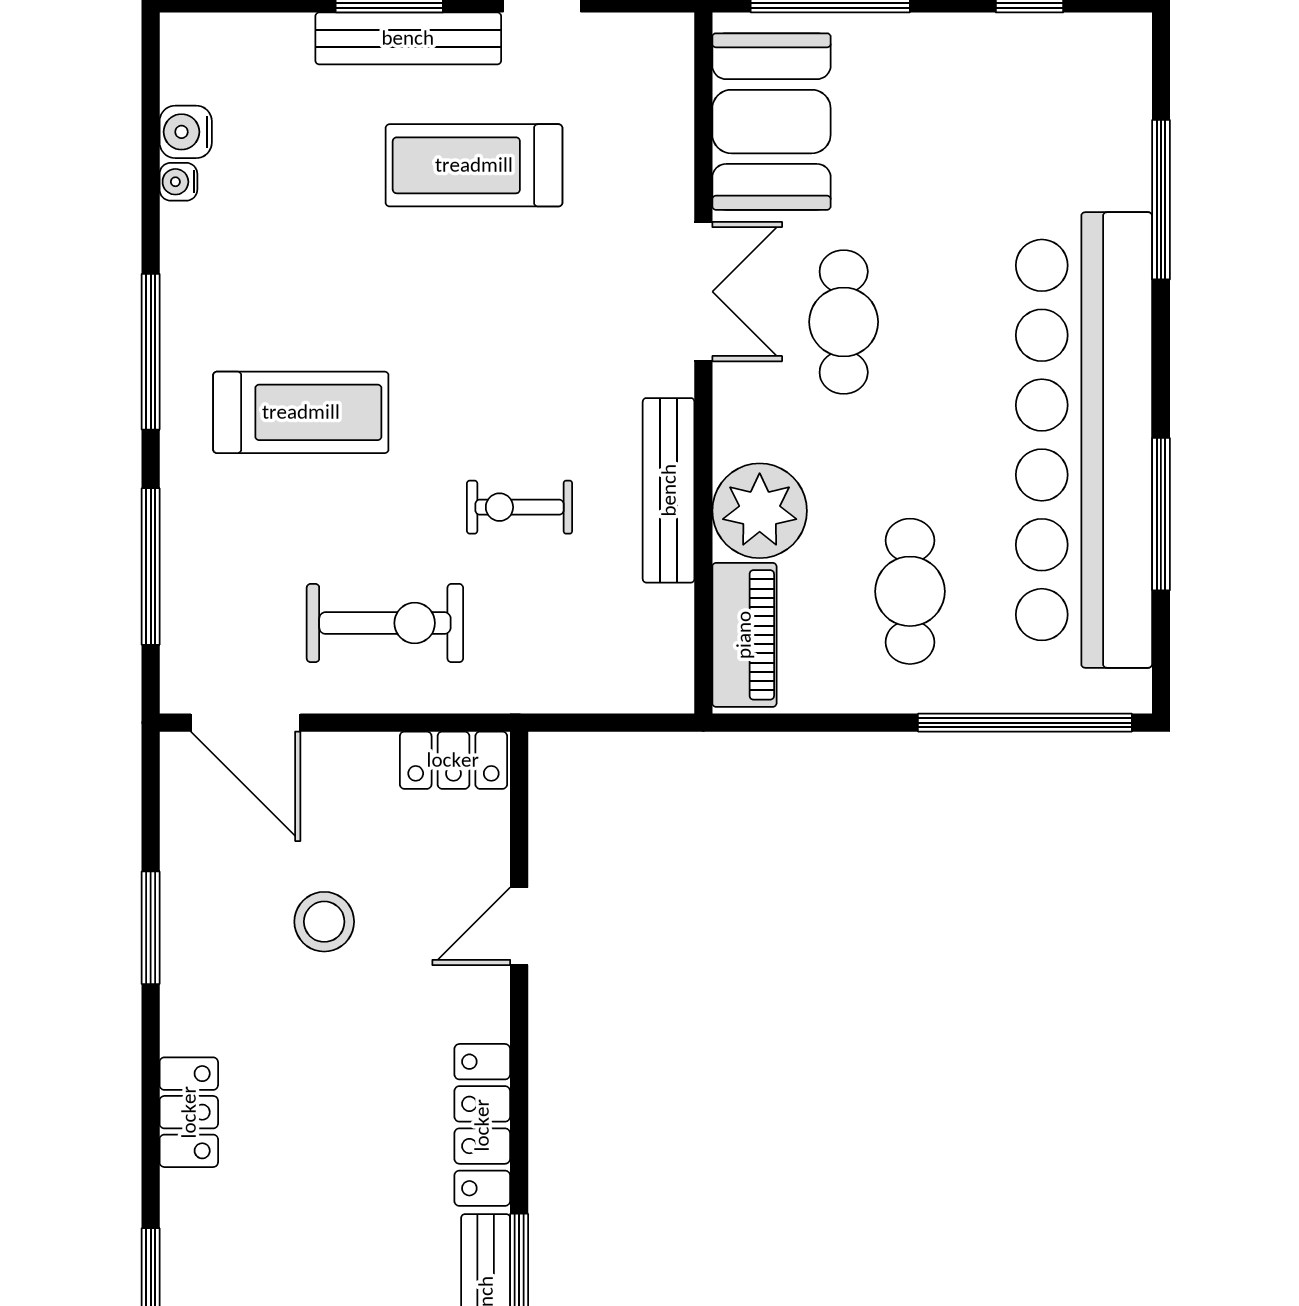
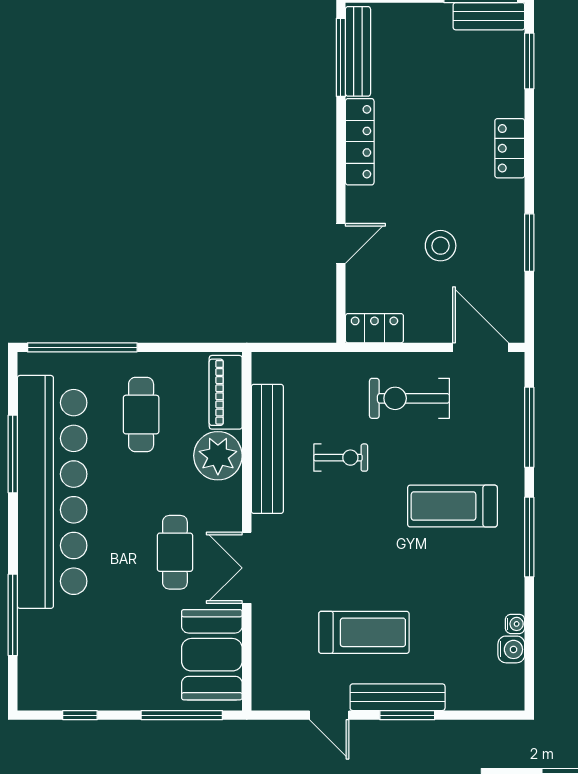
bench: (669, 490) -> (267, 449), width x1.37, depth x1.21

